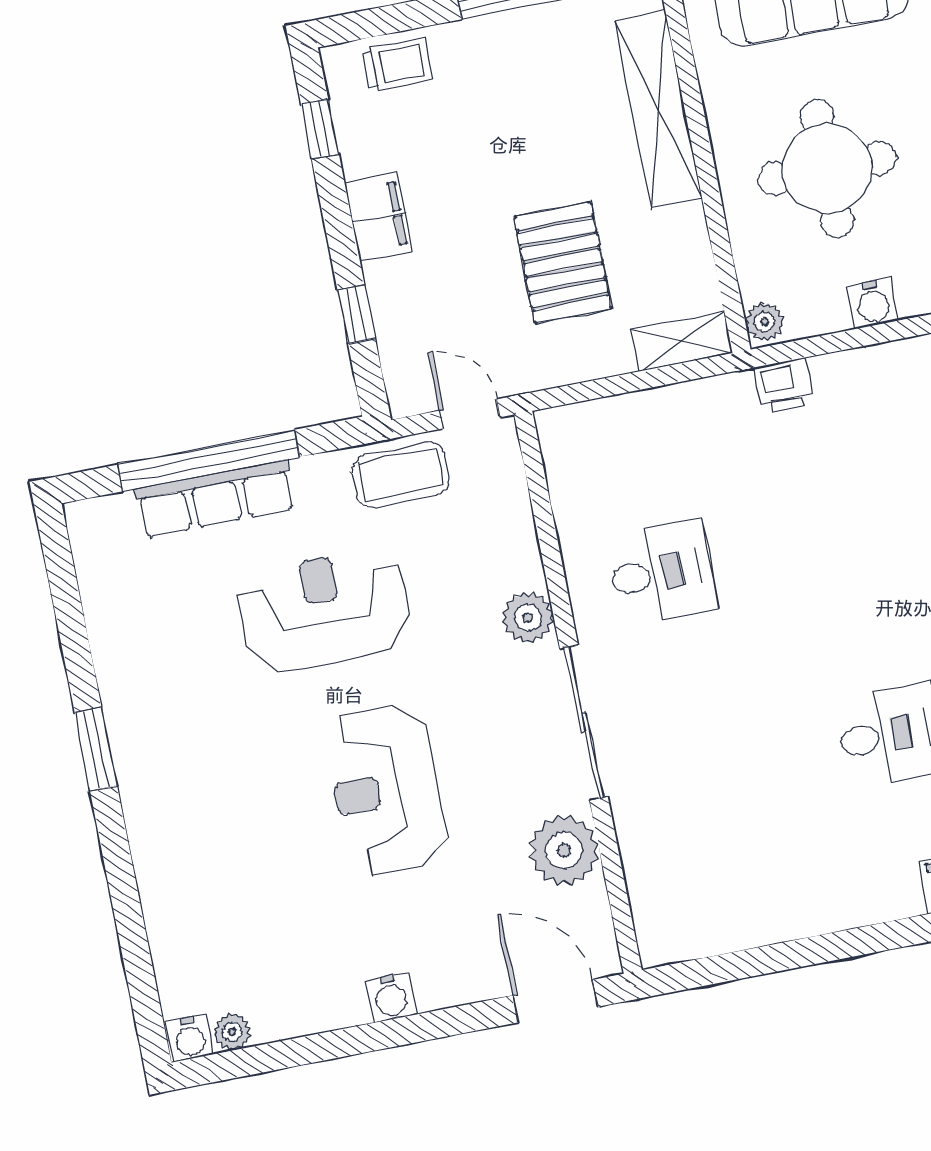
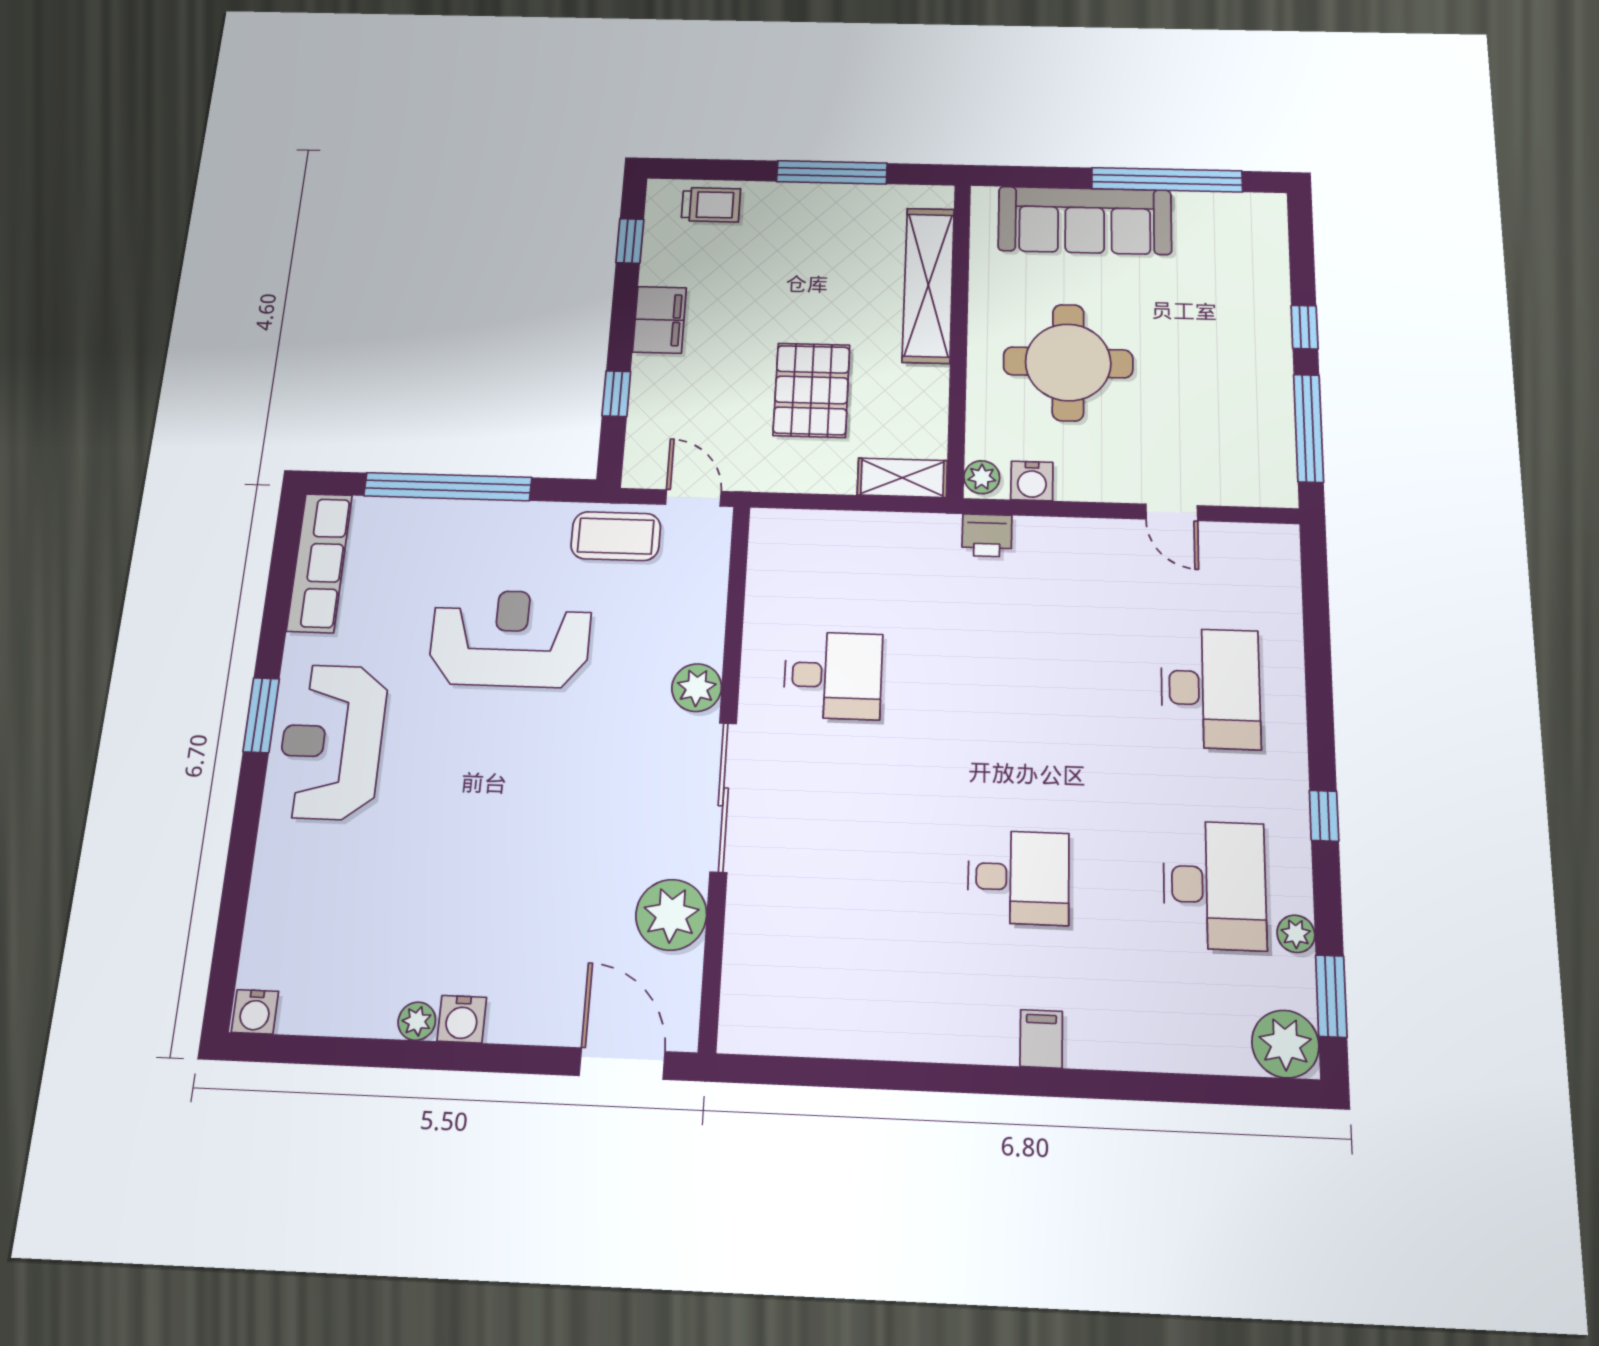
water cooler: (873, 303) -> (1032, 481), moved
row of seats: (215, 499) -> (320, 563), moved, turned -90
reception desk: (387, 790) -> (332, 742), moved
plant: (232, 1032) -> (417, 1021), moved

